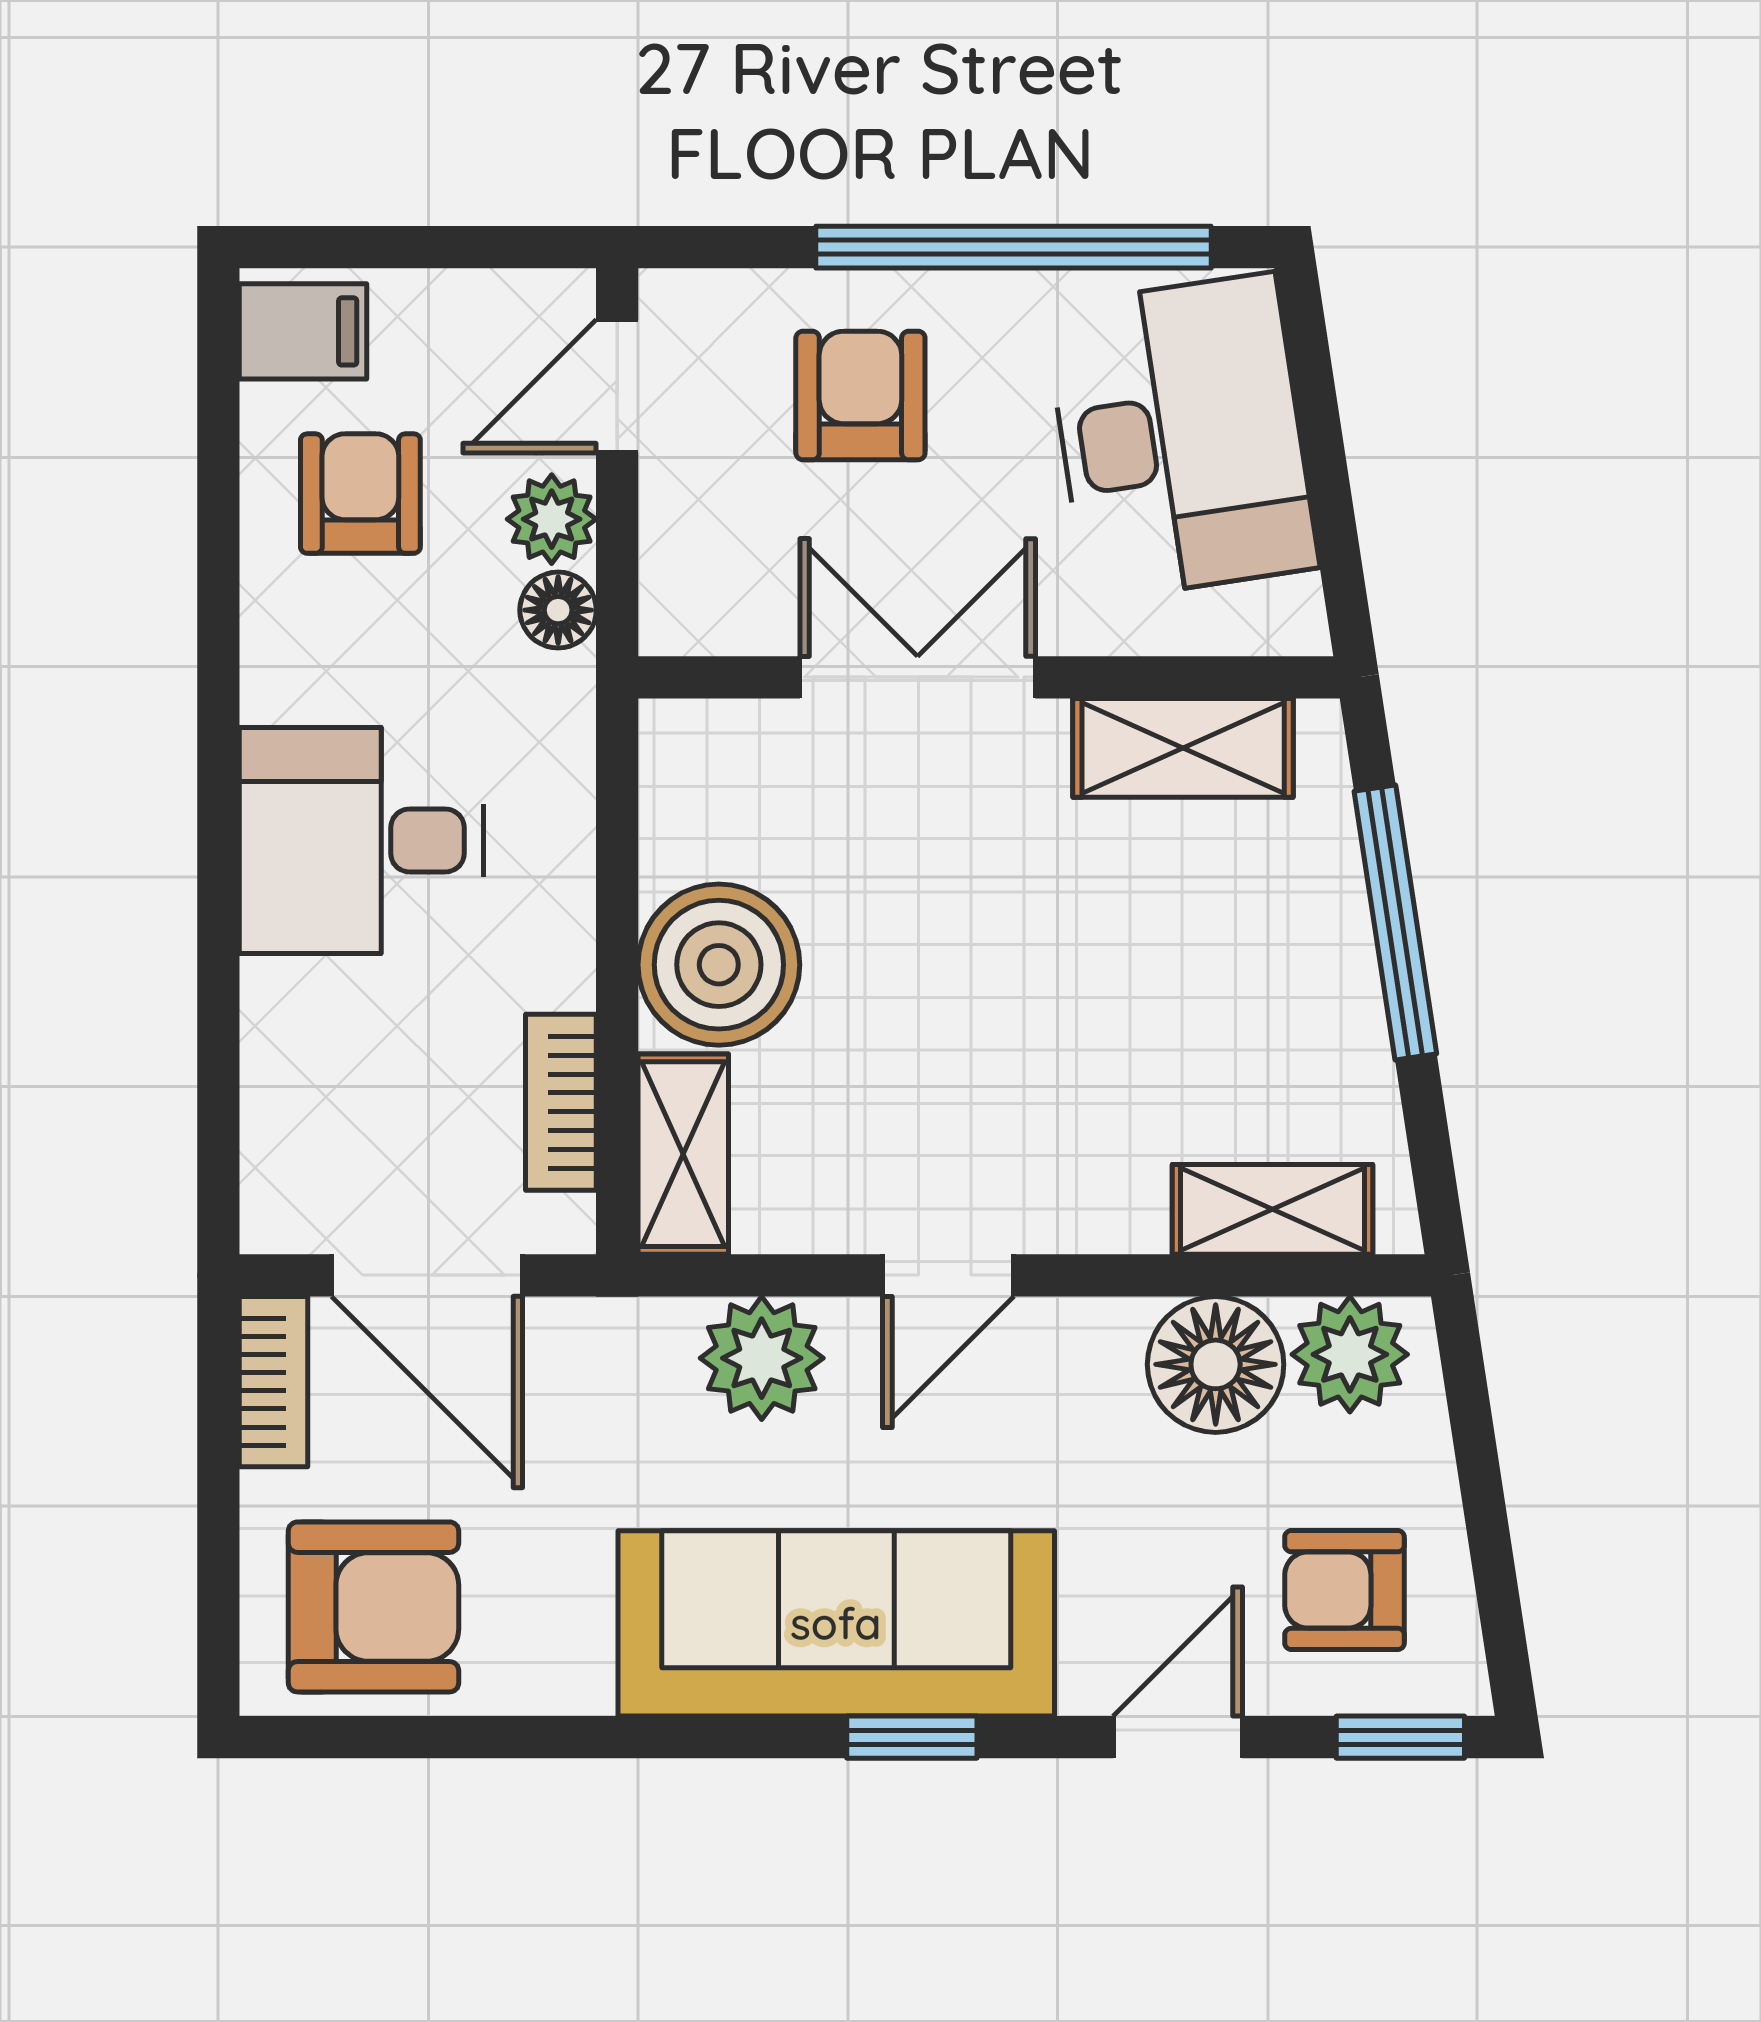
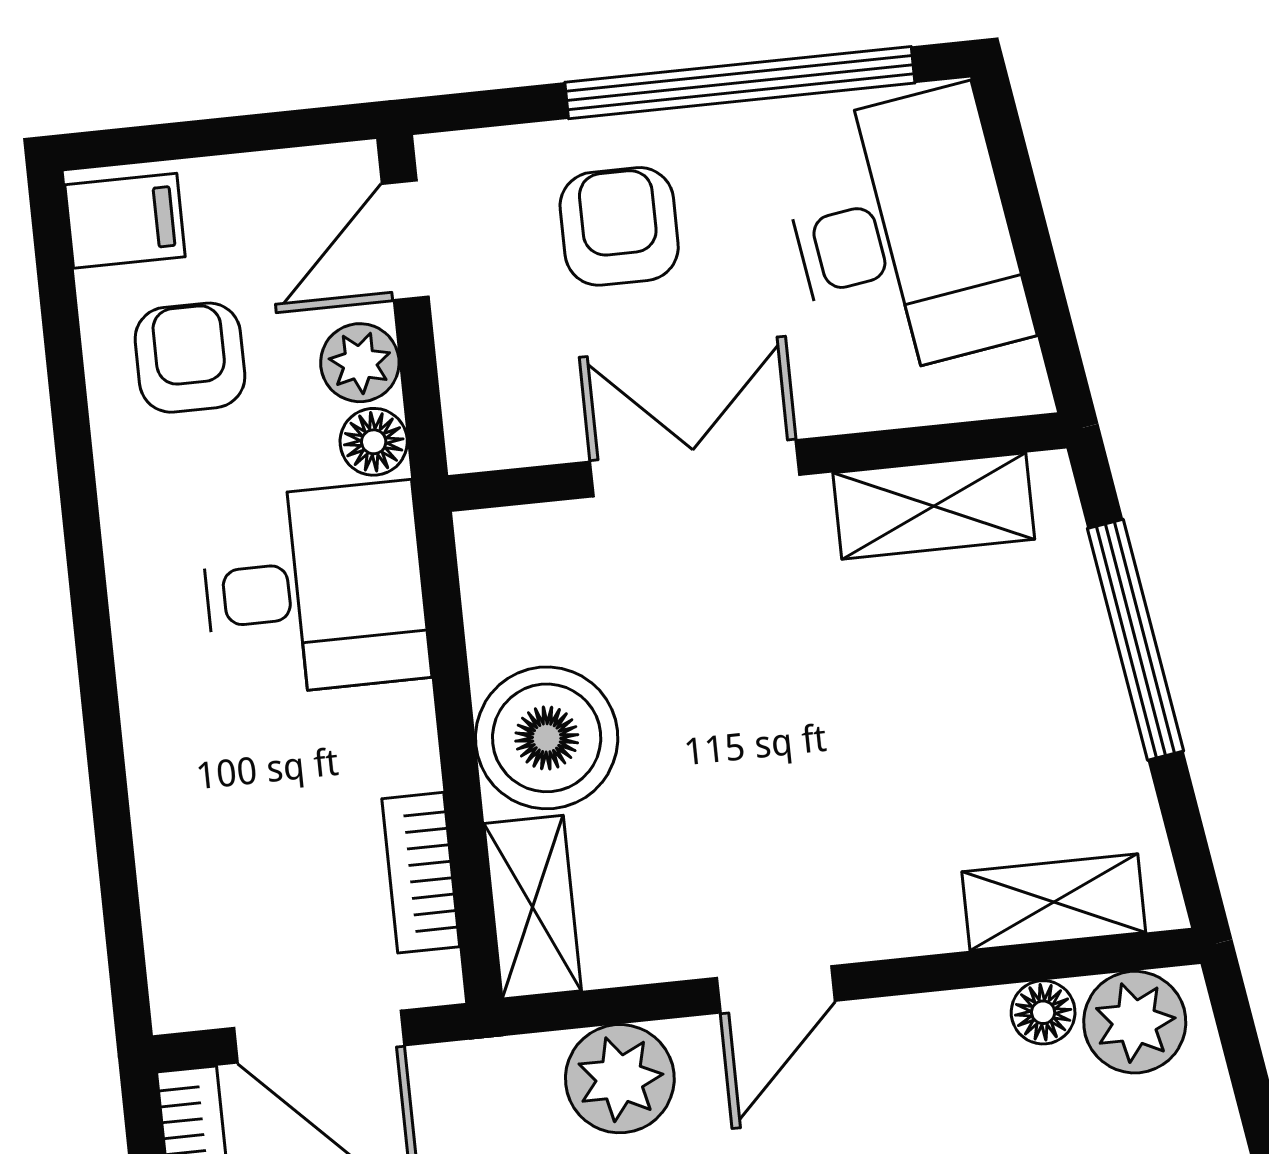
desk: (362, 840) -> (315, 589), moved, turned 180
floor lamp: (1216, 1364) -> (1043, 1012), width x0.53, depth x0.53

